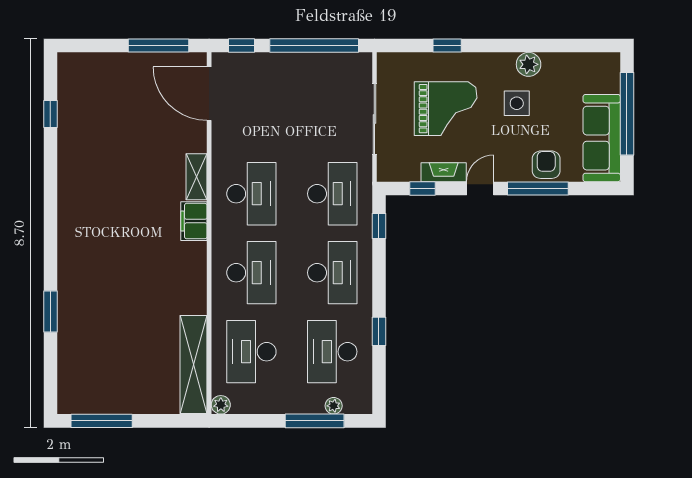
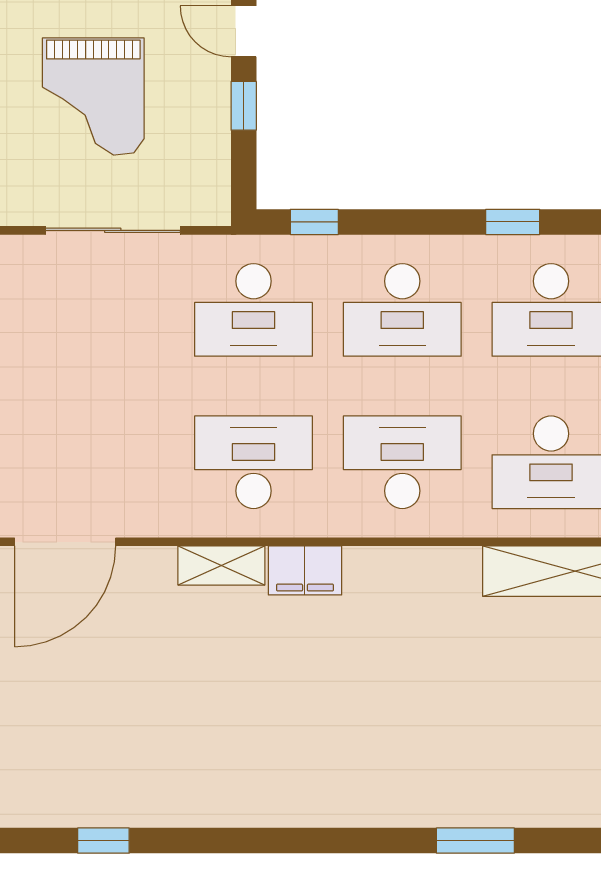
grand piano: (446, 109) -> (93, 96), turned 180
fireplace: (444, 172) -> (213, 100), removed
window: (422, 189) -> (244, 106), moved
desk: (332, 194) -> (254, 310), turned 180
desk: (332, 273) -> (402, 310), turned 180

